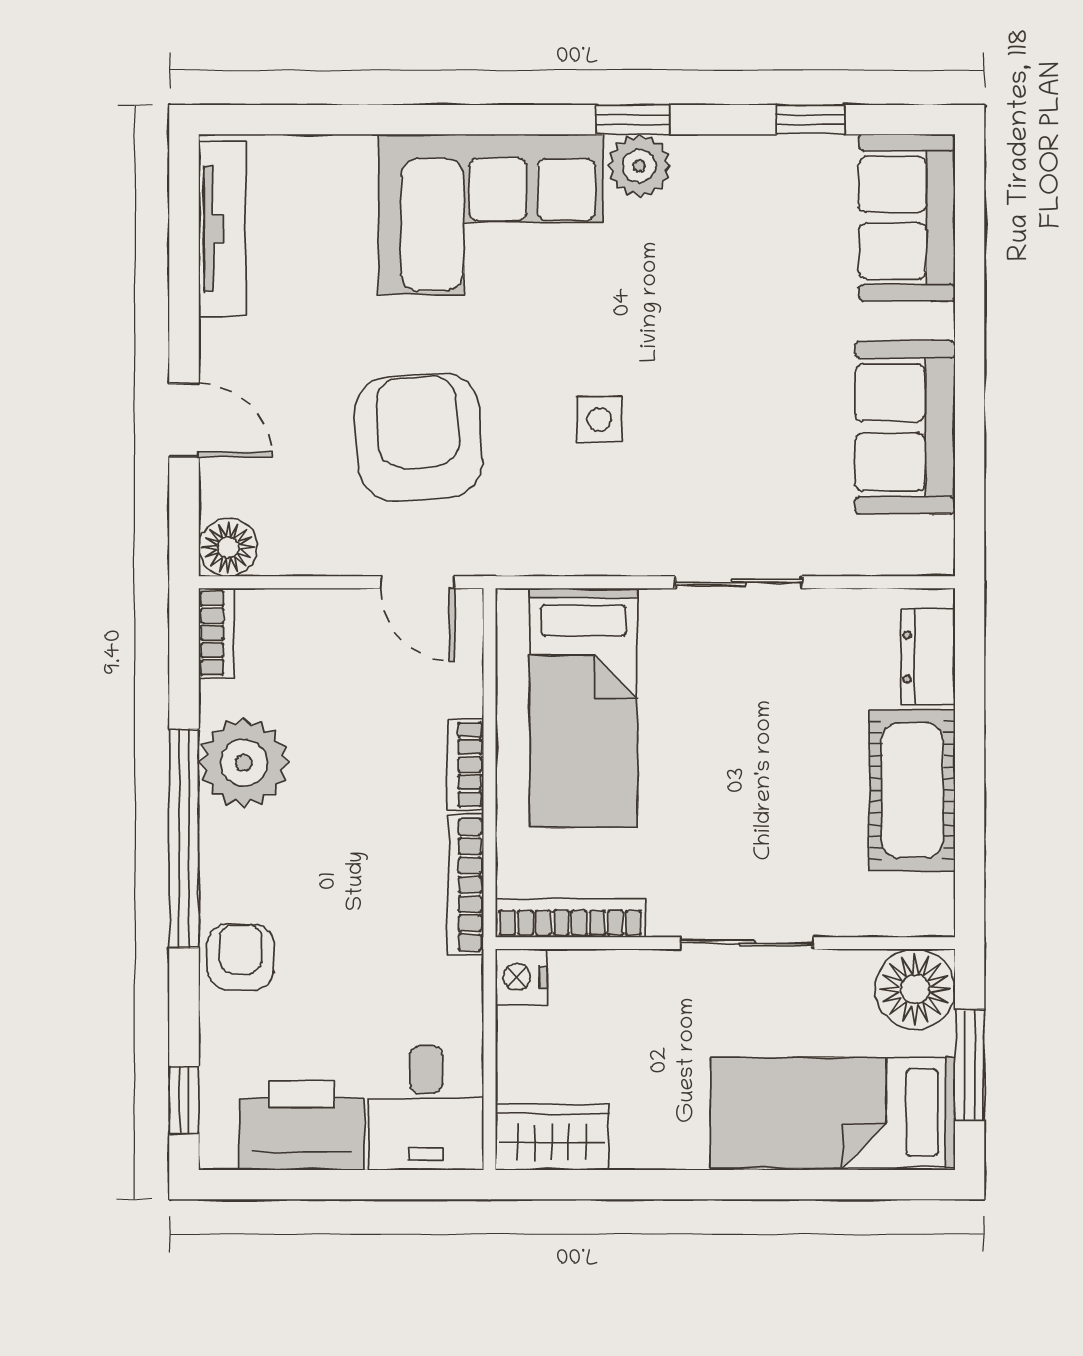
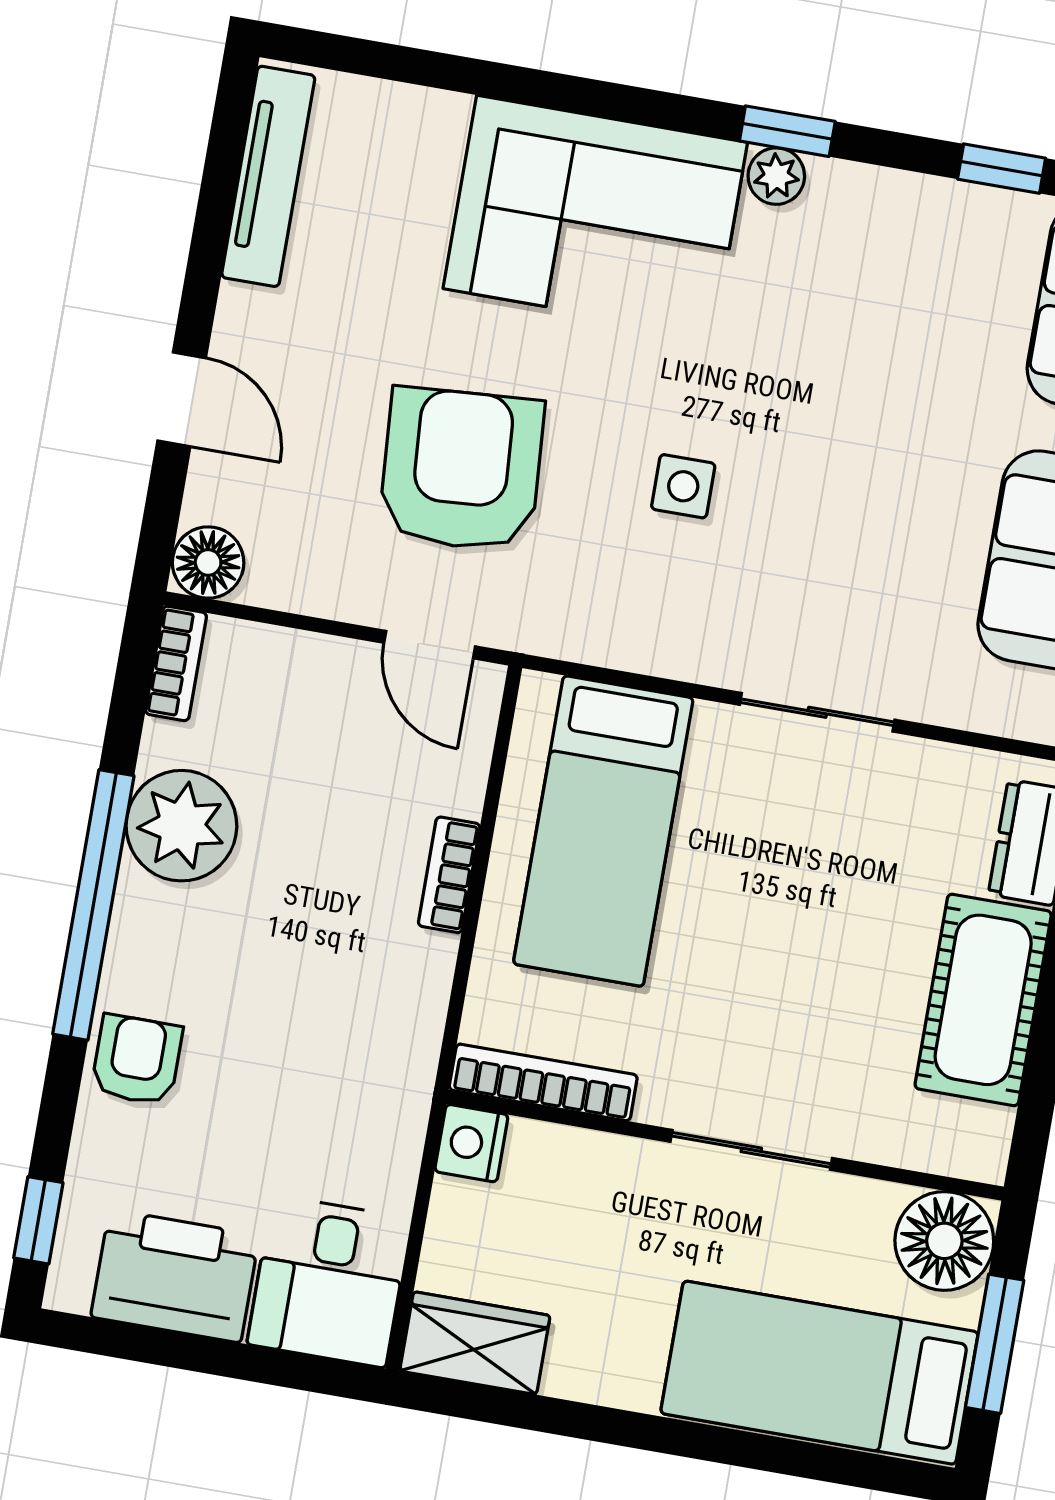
plant: (639, 166) -> (776, 176), width x0.73, depth x0.73
bookcase: (466, 885) -> (424, 1020), removed

